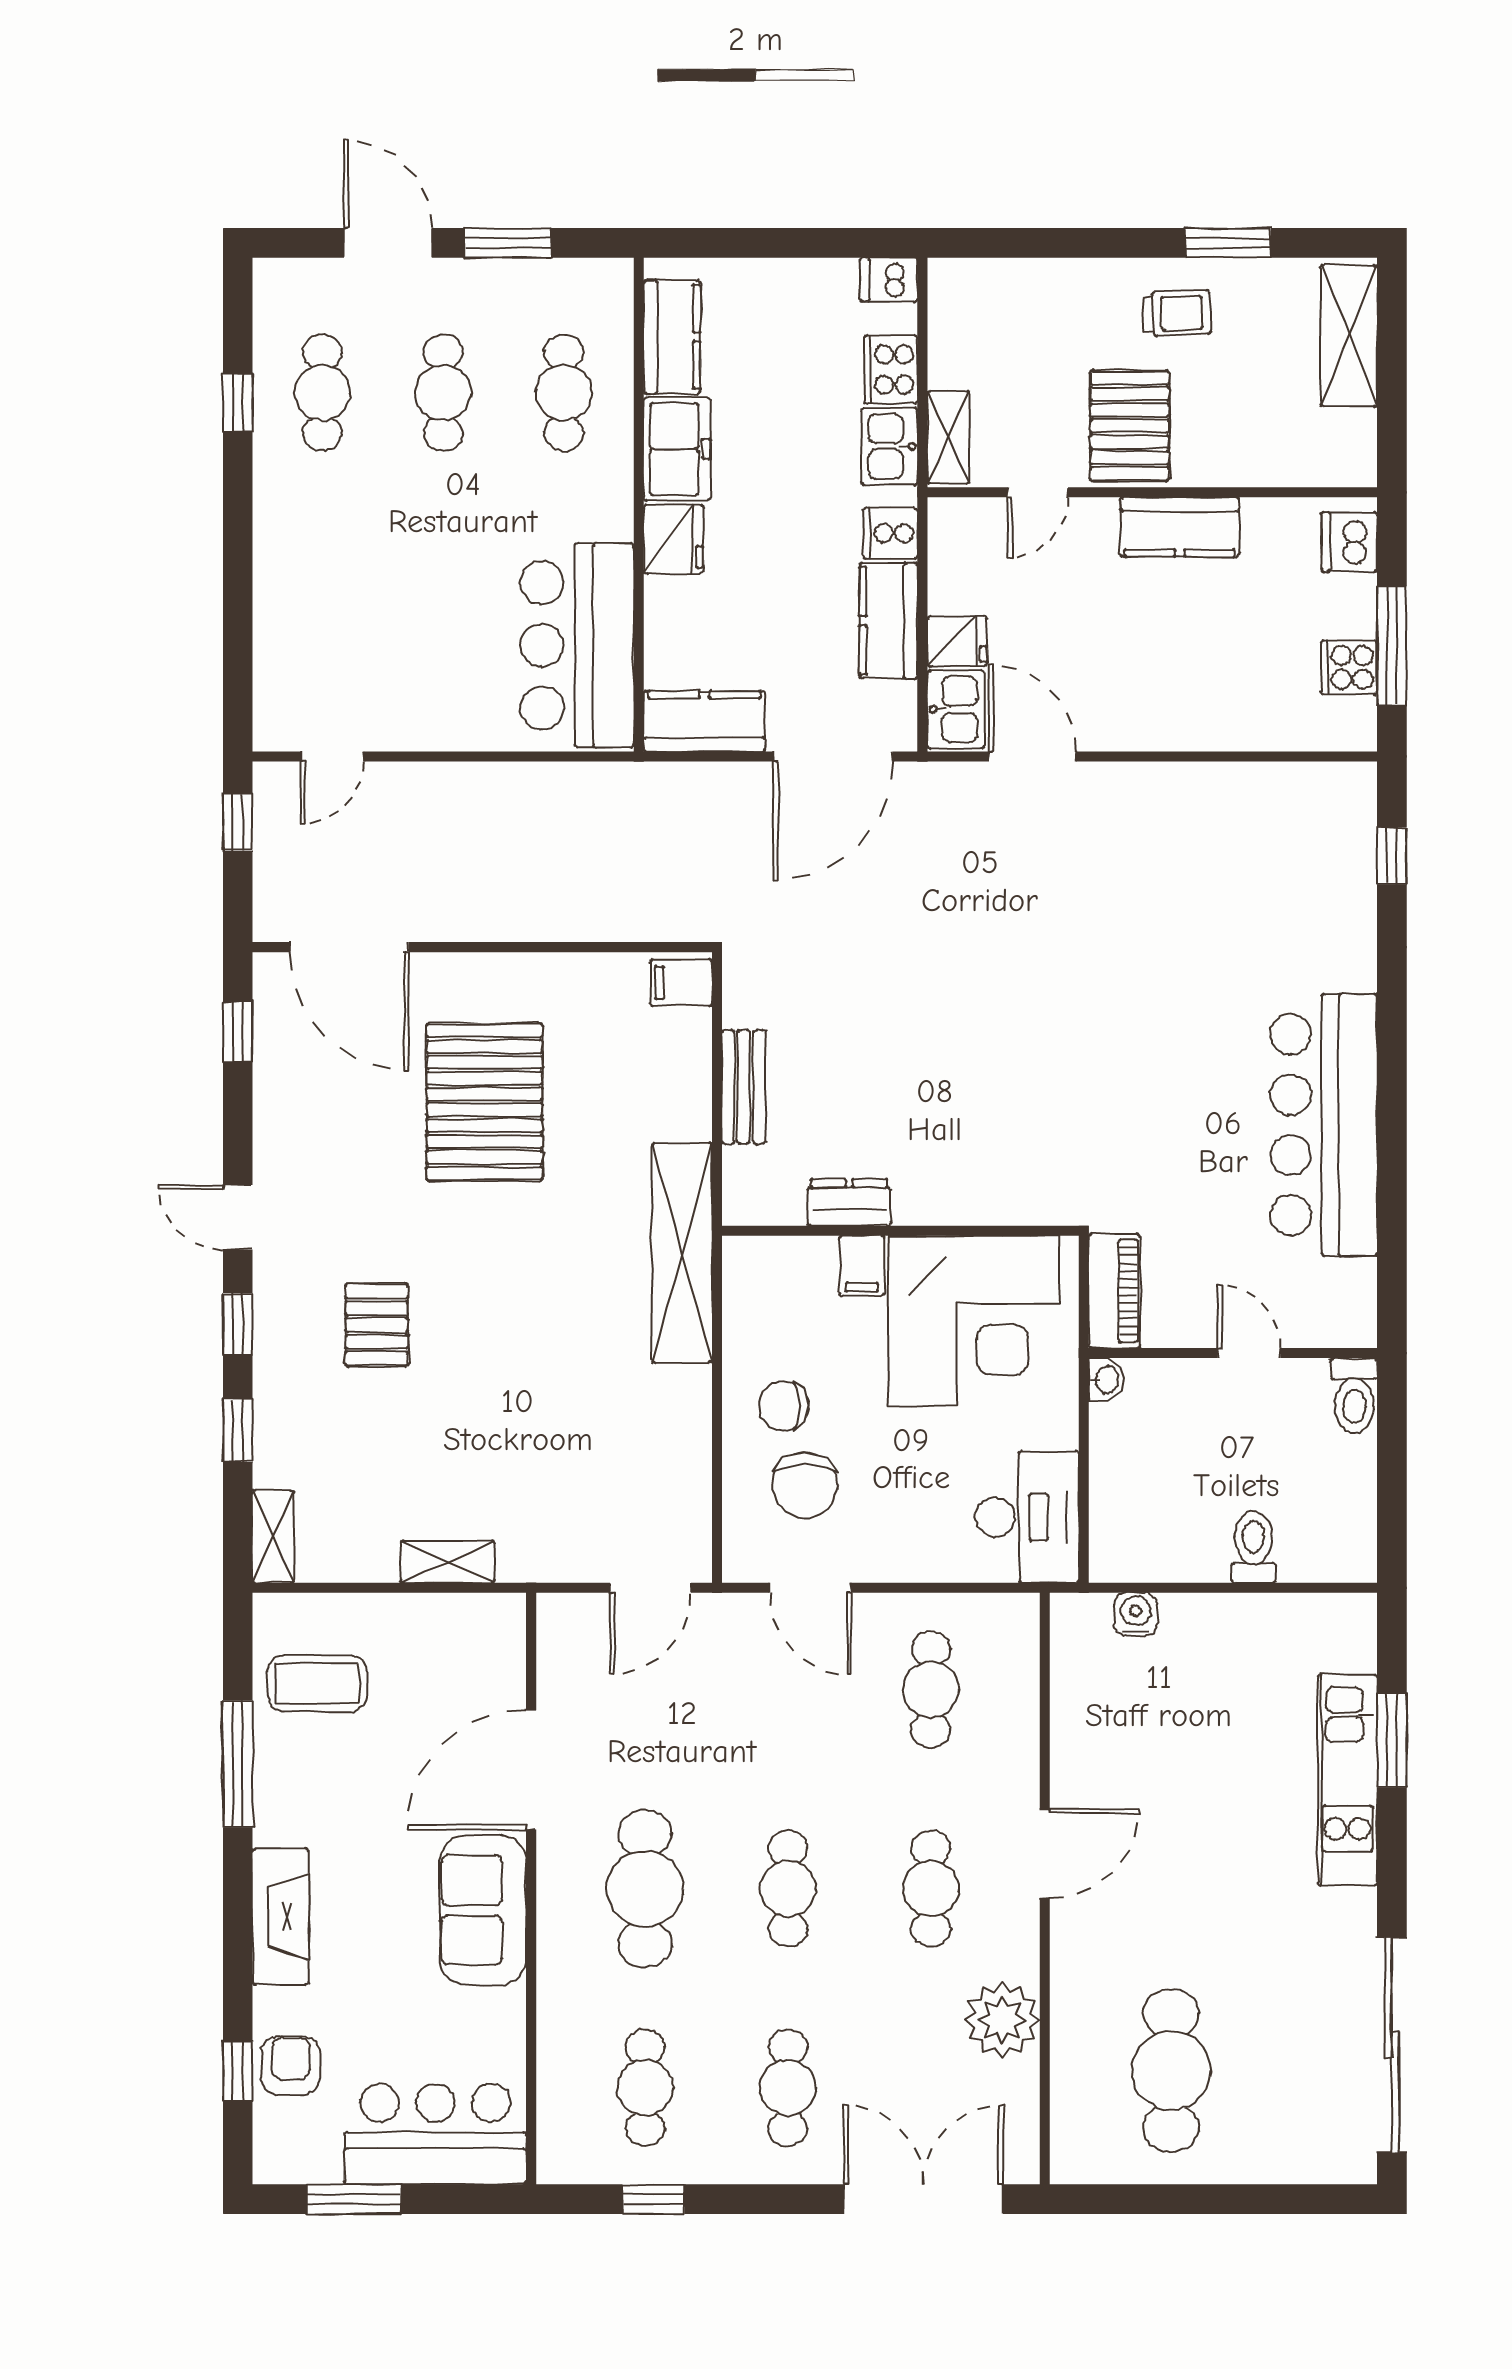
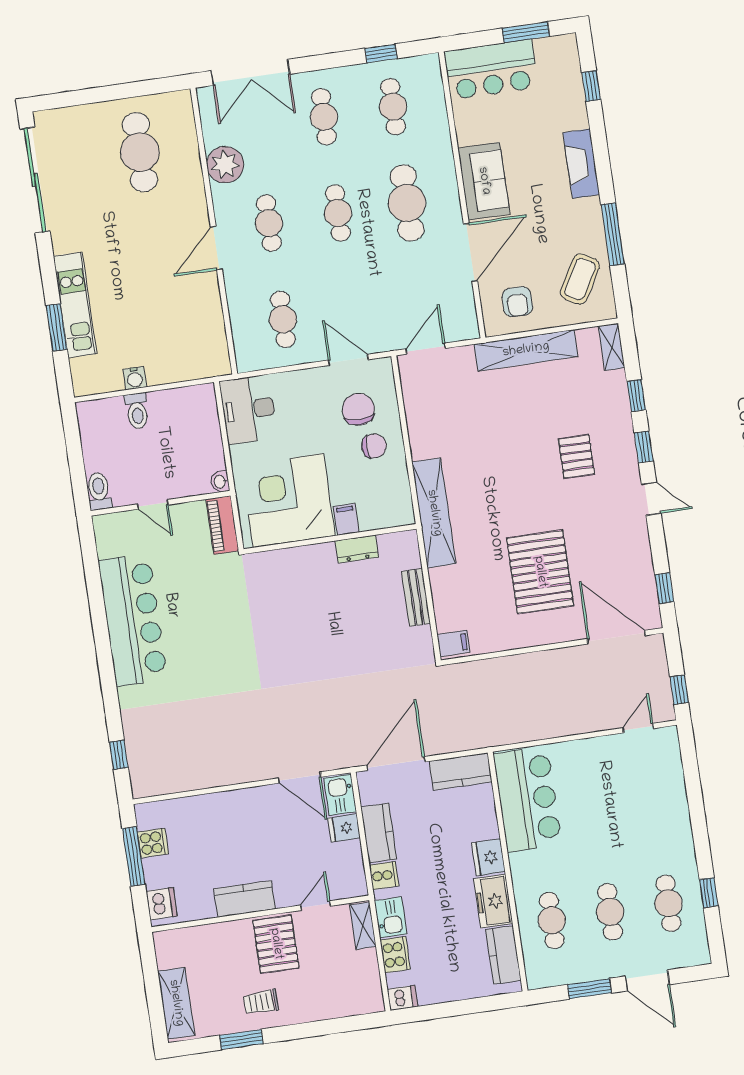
shelving: (448, 1562) -> (526, 350), width x2.20, depth x1.33
water cooler: (1136, 1614) -> (135, 378), moved
coffee table: (317, 1683) -> (580, 279), turned -60
armchair: (290, 2066) -> (517, 302), moved

